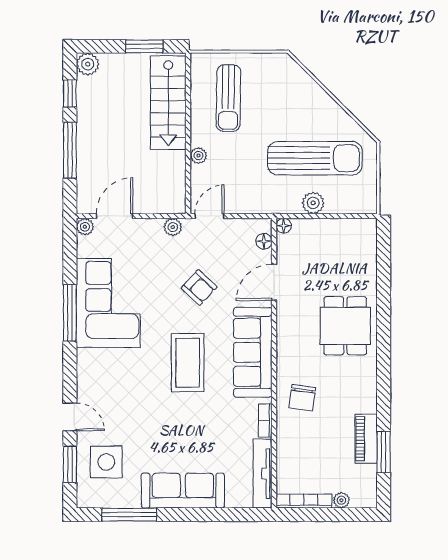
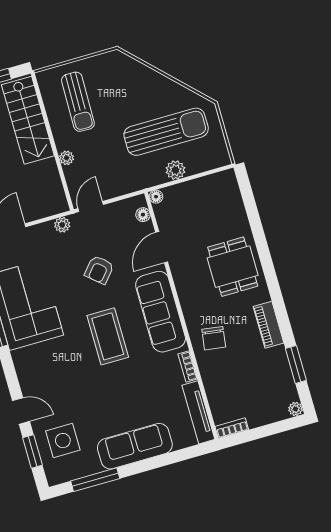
armchair: (199, 288) -> (99, 270), turned 88
piano: (366, 439) -> (268, 325), moved
plant: (341, 500) -> (295, 409), moved
bookcase: (304, 501) -> (232, 428), width x0.64

